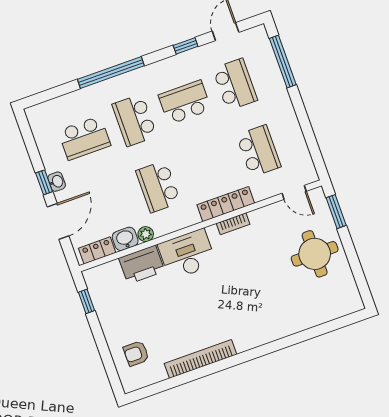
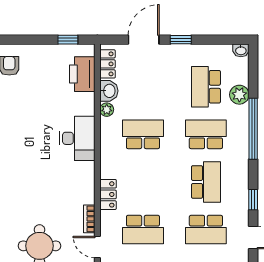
plant: (80, 100) -> (239, 95), added
washbasin: (57, 182) -> (241, 50), moved
door: (294, 192) -> (97, 247), hinge flipped
locker: (226, 204) -> (108, 194), width x0.66
door: (58, 221) -> (144, 40), swing flipped
bookcase: (233, 224) -> (89, 219), moved
printer: (142, 265) -> (82, 74), moved

